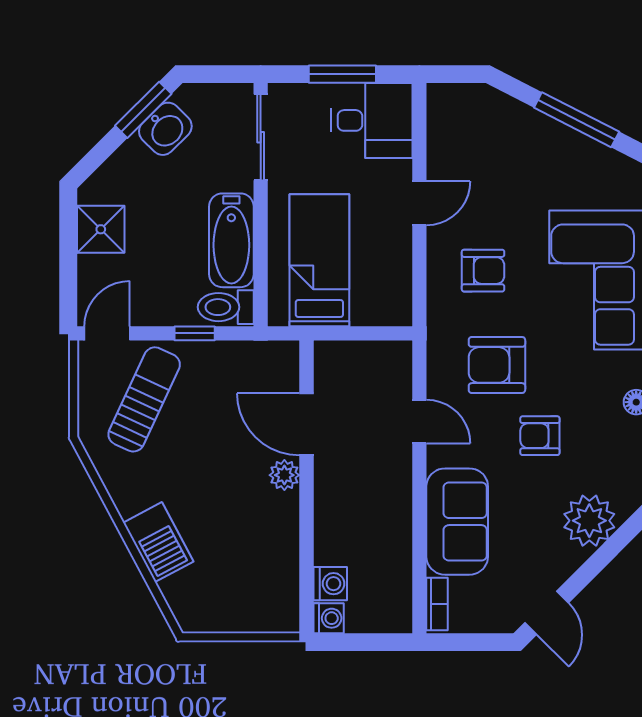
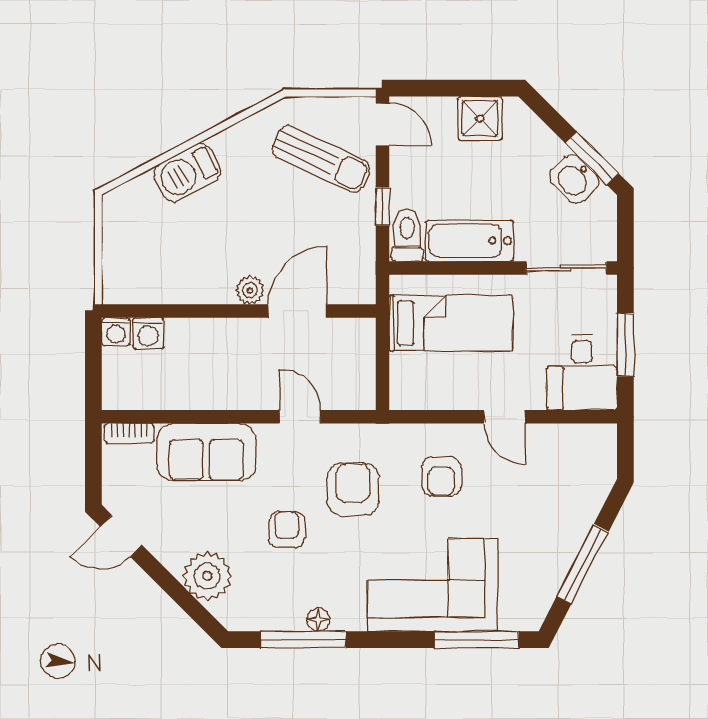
door: (419, 422) -> (300, 417), swing flipped

